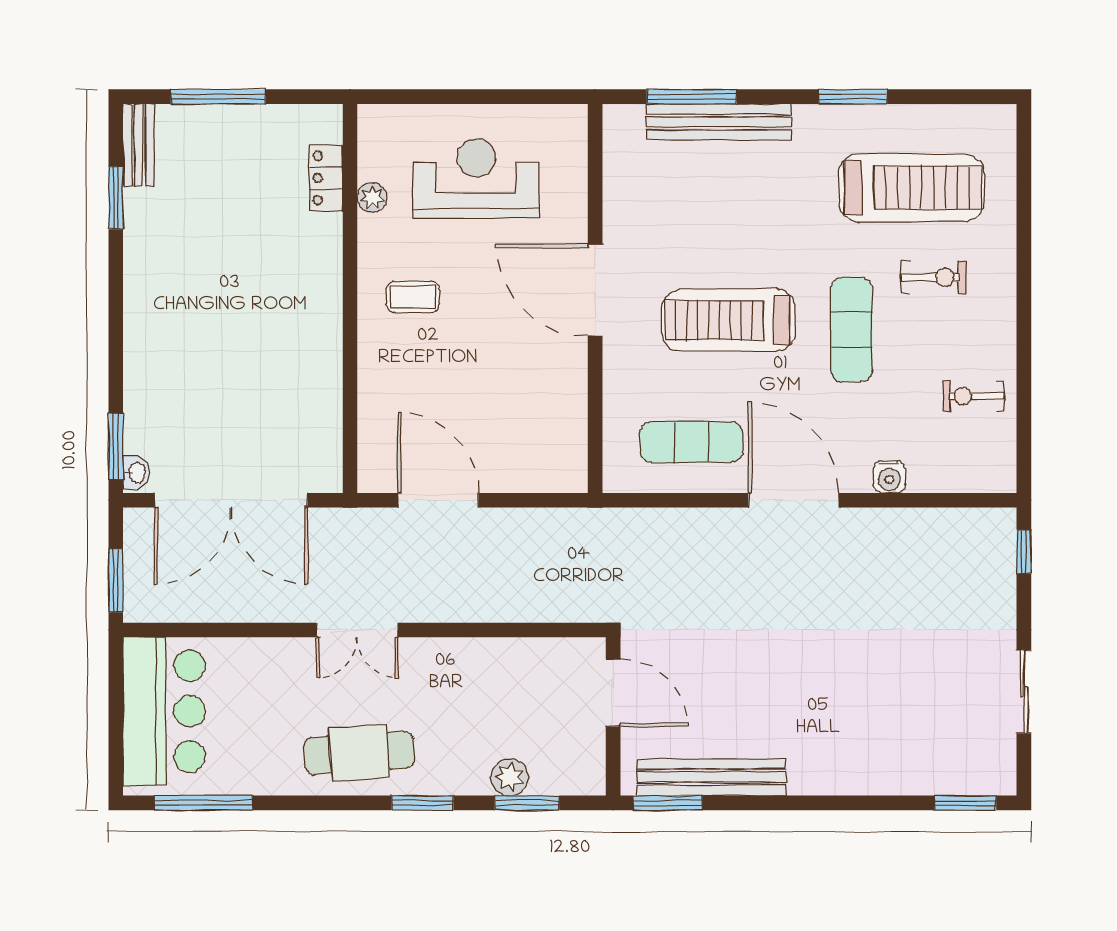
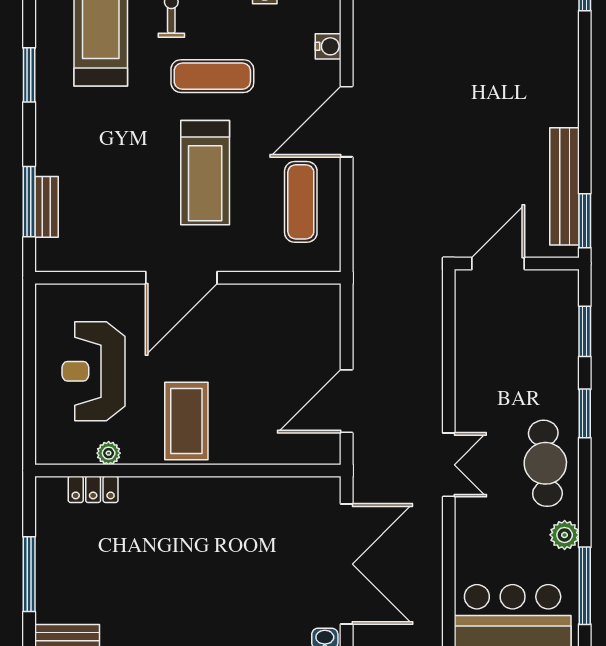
bench: (719, 122) -> (46, 207), width x0.54, depth x0.82
coffee table: (413, 297) -> (186, 421), width x1.86, depth x1.72
plant: (510, 777) -> (565, 535), moved

